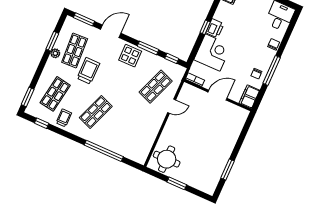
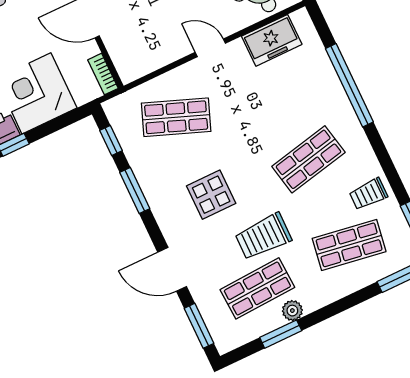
display table: (130, 56) -> (211, 195), moved
door: (172, 106) -> (210, 48), moved
shop shelf: (96, 112) -> (308, 159), turned -33
freezer: (145, 143) -> (272, 40), added

